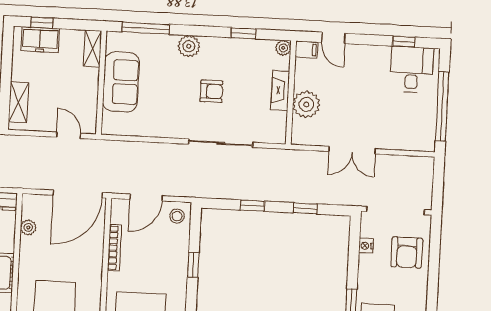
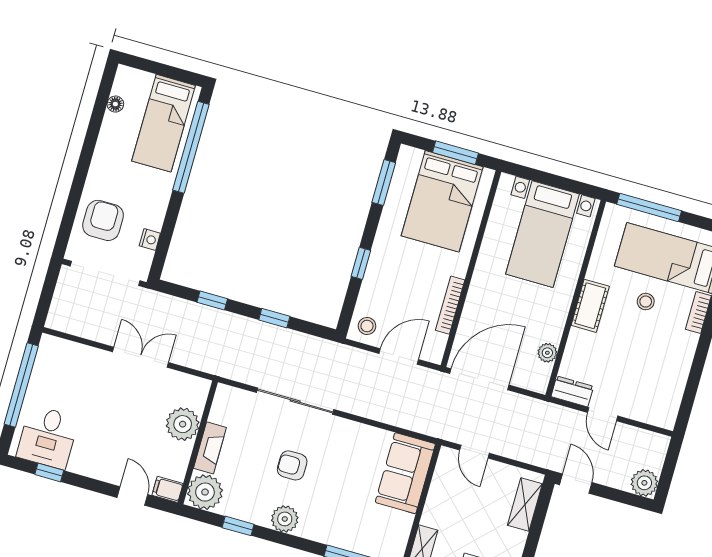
plant: (189, 46) -> (285, 519), moved
plant: (283, 48) -> (205, 492), width x1.87, depth x1.87
sofa: (121, 82) -> (405, 473), moved

